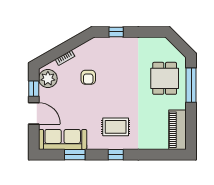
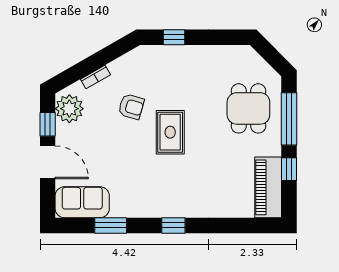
armchair: (88, 77) -> (131, 107), turned -74
window: (191, 118) -> (289, 169), added
rug: (116, 127) -> (170, 132), moved, turned 90
sofa: (63, 139) -> (82, 202), width x0.73

